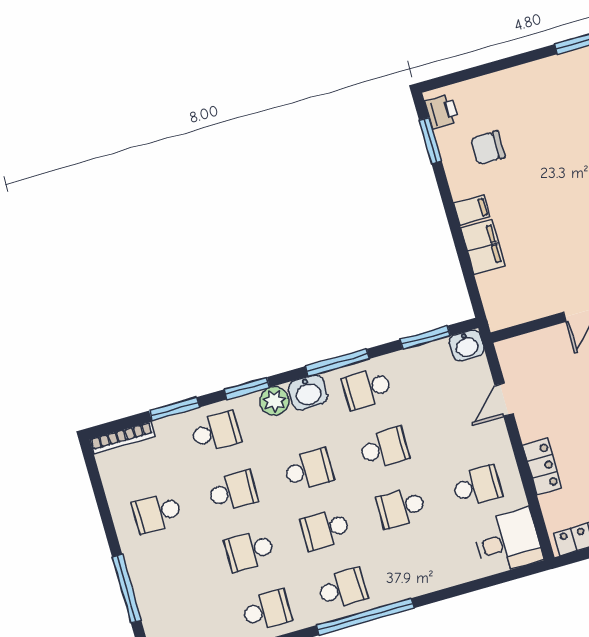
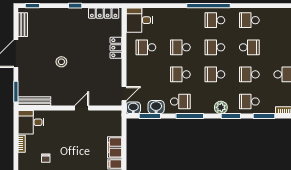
washbasin: (308, 392) -> (156, 107), moved
door: (504, 400) -> (124, 94), moved
school desk: (401, 508) -> (180, 47), turned 180
school desk: (325, 529) -> (215, 47), turned 180

